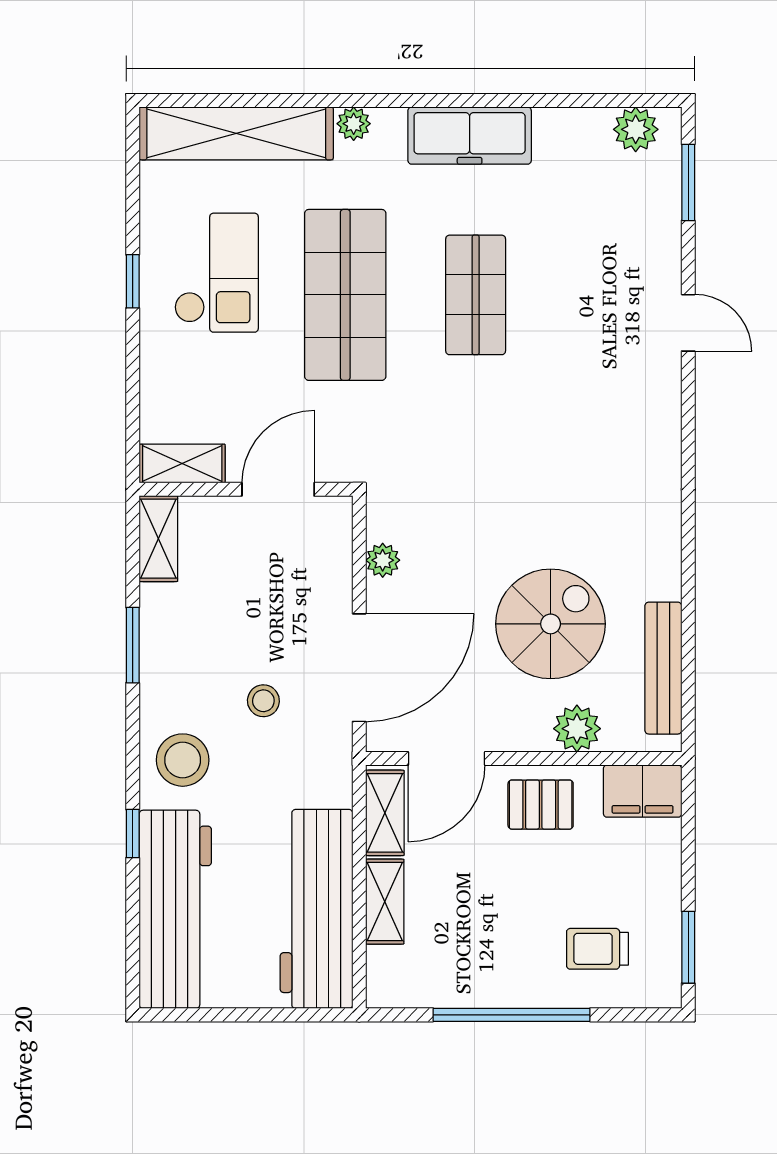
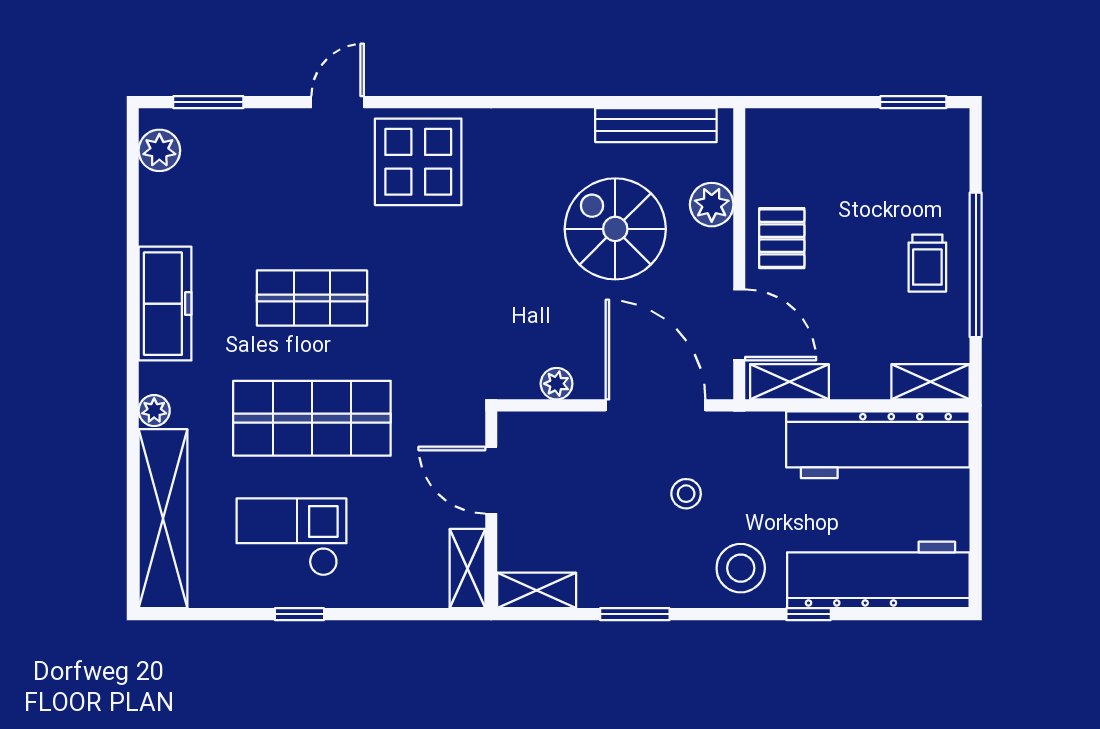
display table: (623, 410) -> (418, 162), added
filing cabinet: (643, 791) -> (769, 144), removed
shelving: (385, 902) -> (931, 382), moved
trolley: (597, 949) -> (927, 263), moved

